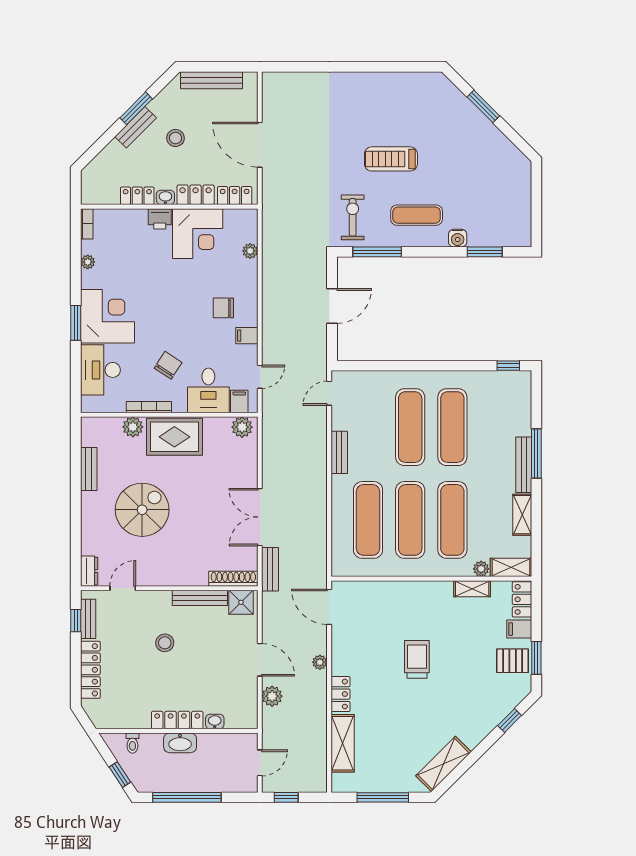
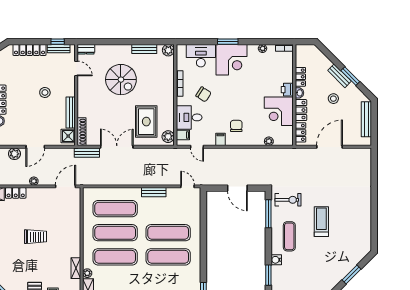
plant: (133, 427) -> (168, 50), moved
rug: (174, 437) -> (146, 122), moved

